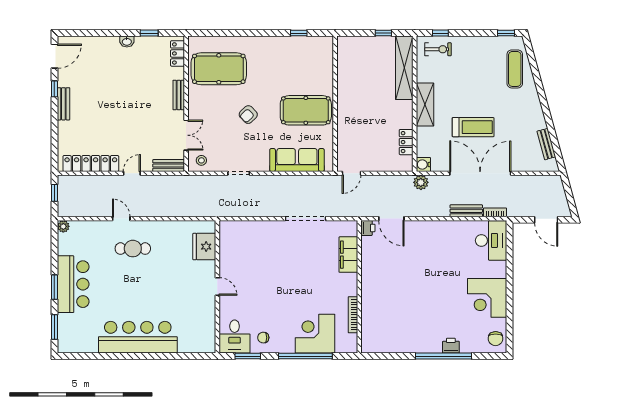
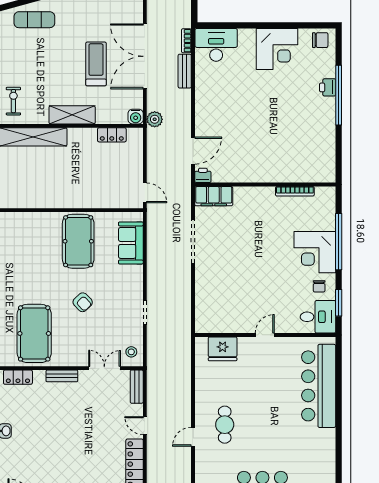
sofa: (297, 160) -> (131, 243), width x0.73
filing cabinet: (348, 255) -> (214, 196), moved
corner desk: (315, 334) -> (315, 252), moved
bar counter: (138, 337) -> (319, 386), moved

